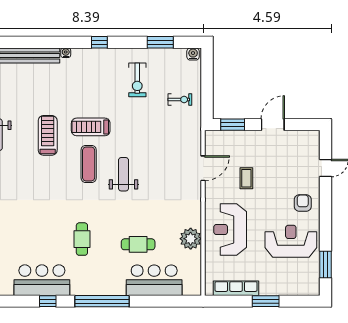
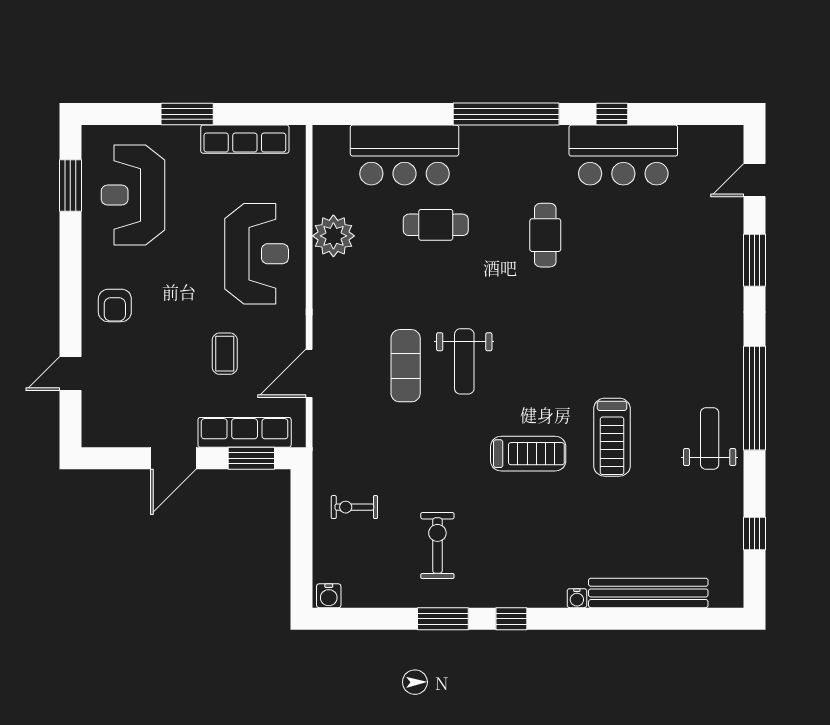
window: (160, 42) -> (443, 619), moved
row of seats: (236, 138) -> (245, 432), added
exercise mat: (89, 164) -> (406, 366), moved
reception desk: (291, 241) -> (133, 195), moved, turned 90

